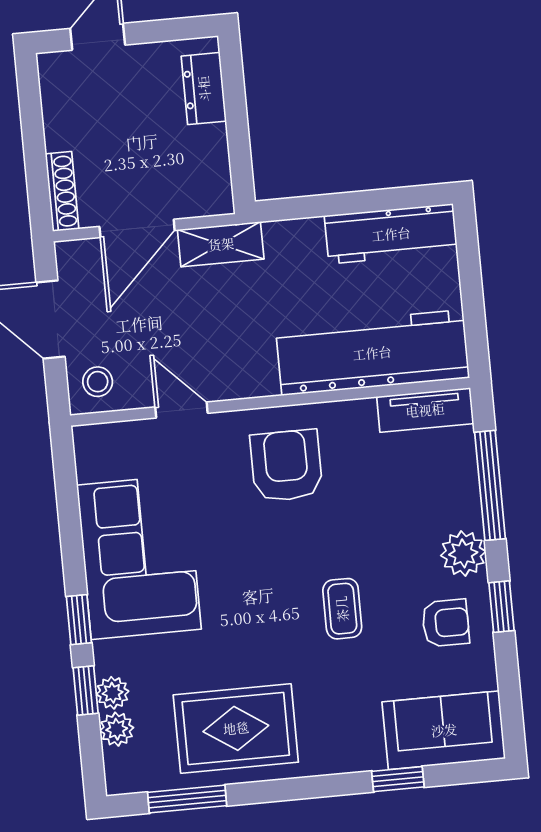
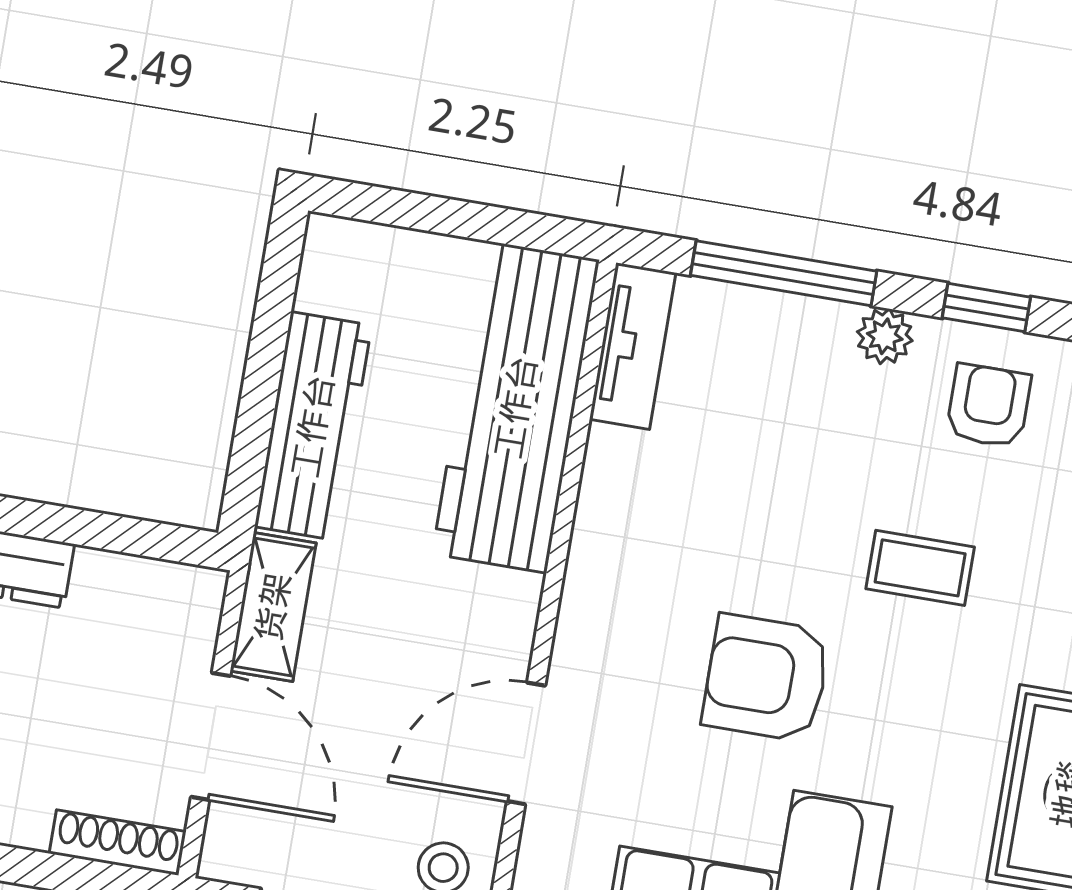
workbench: (391, 234) -> (313, 426), moved
door: (181, 410) -> (526, 743), width x1.38
armchair: (286, 466) -> (766, 678), moved
plant: (463, 553) -> (885, 336), width x0.73, depth x0.73

